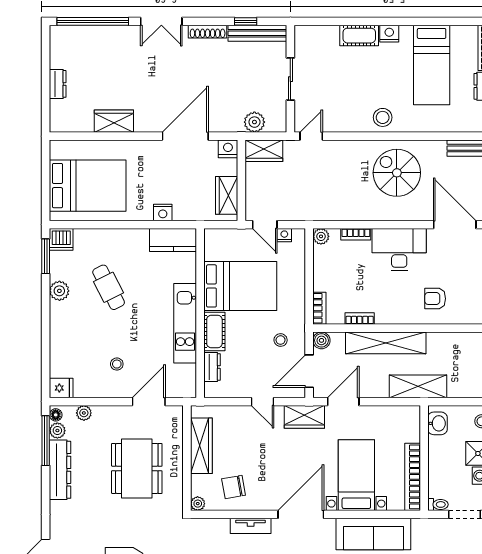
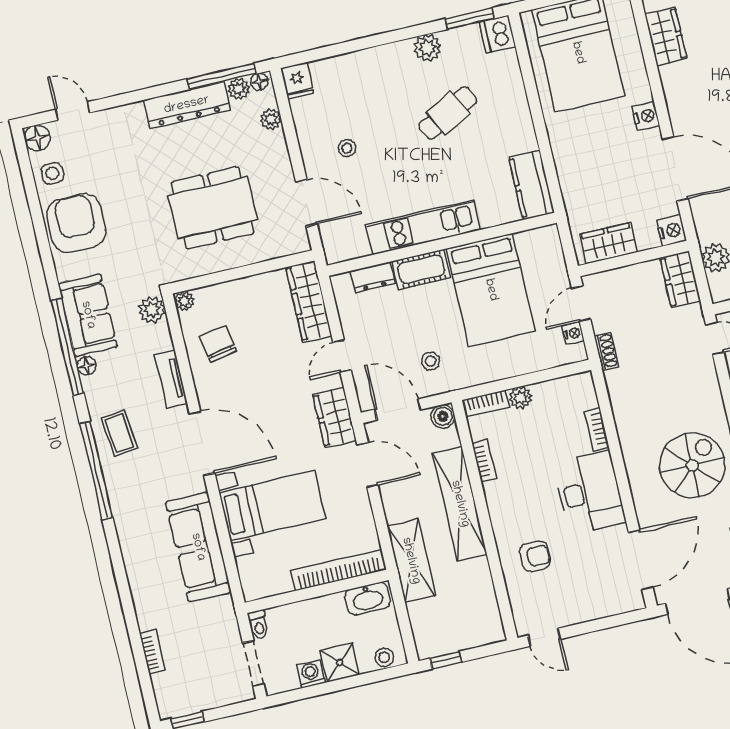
wardrobe: (114, 121) -> (666, 36), moved
nightstand: (163, 213) -> (646, 116), moved, turned 180
shoe rack: (302, 215) -> (606, 351), added
plant: (321, 236) -> (520, 398), moved
armchair: (435, 299) -> (535, 556), turned 90
washbasin: (437, 423) -> (368, 599), width x1.38
wardrobe: (201, 446) -> (309, 301), moved, turned 90
bookcase: (413, 477) -> (339, 570), moved
plant: (199, 528) -> (152, 310), added

